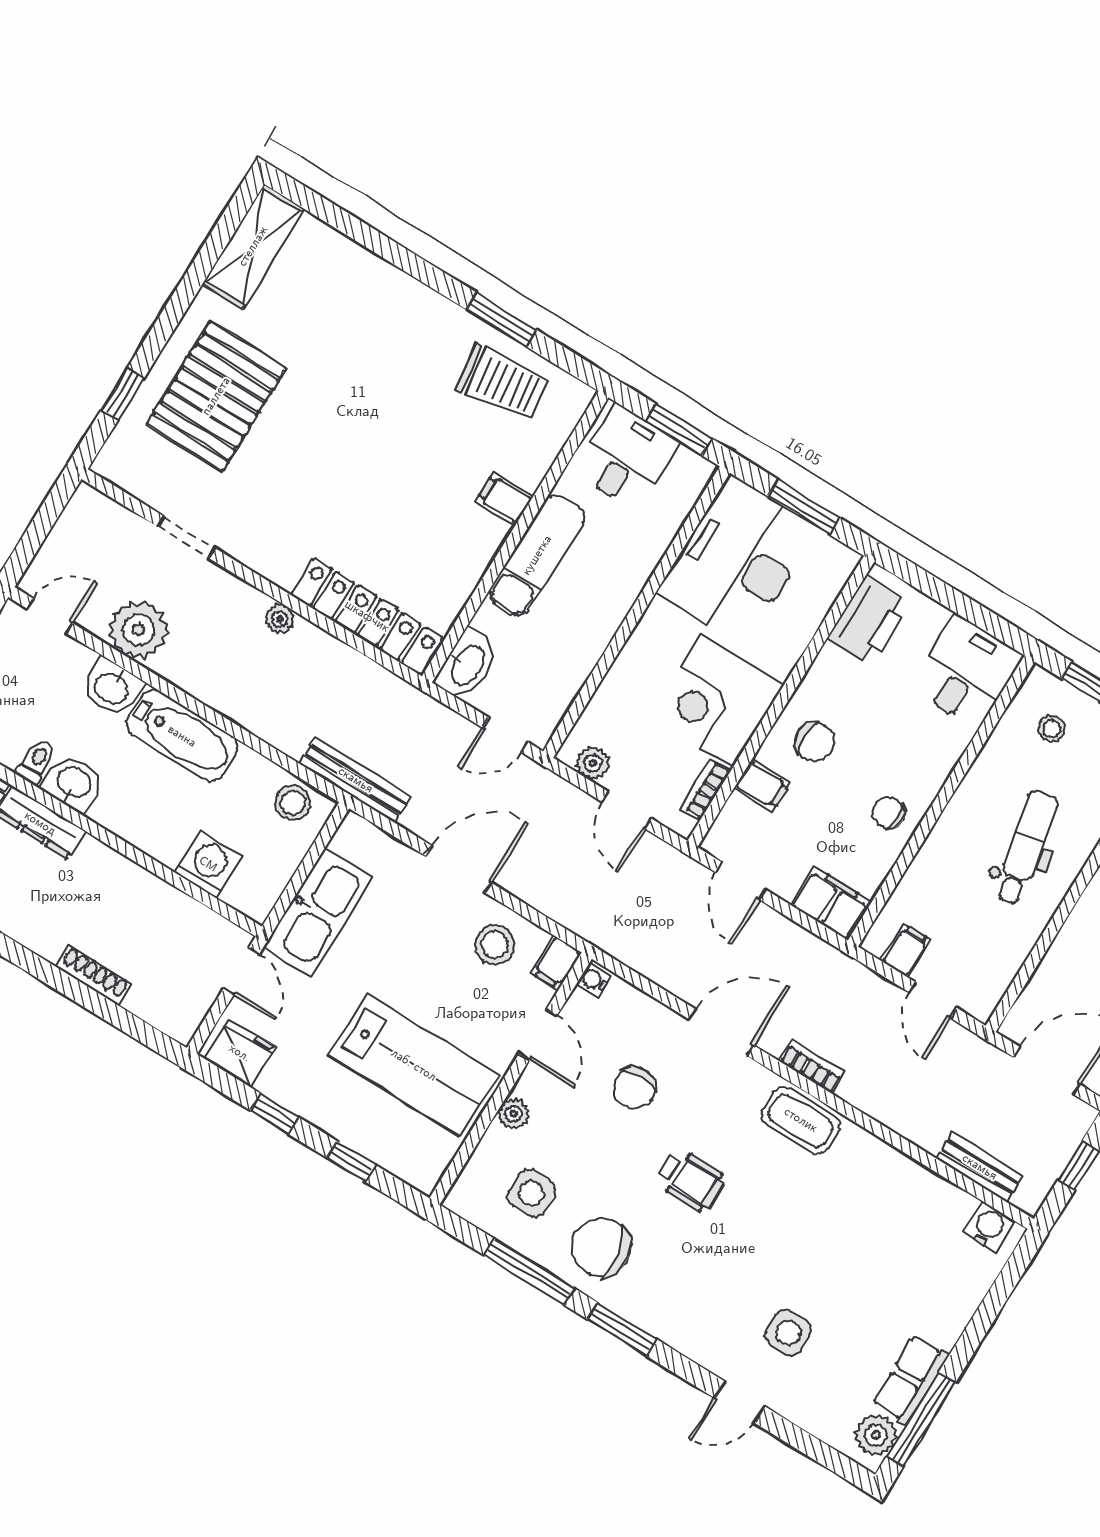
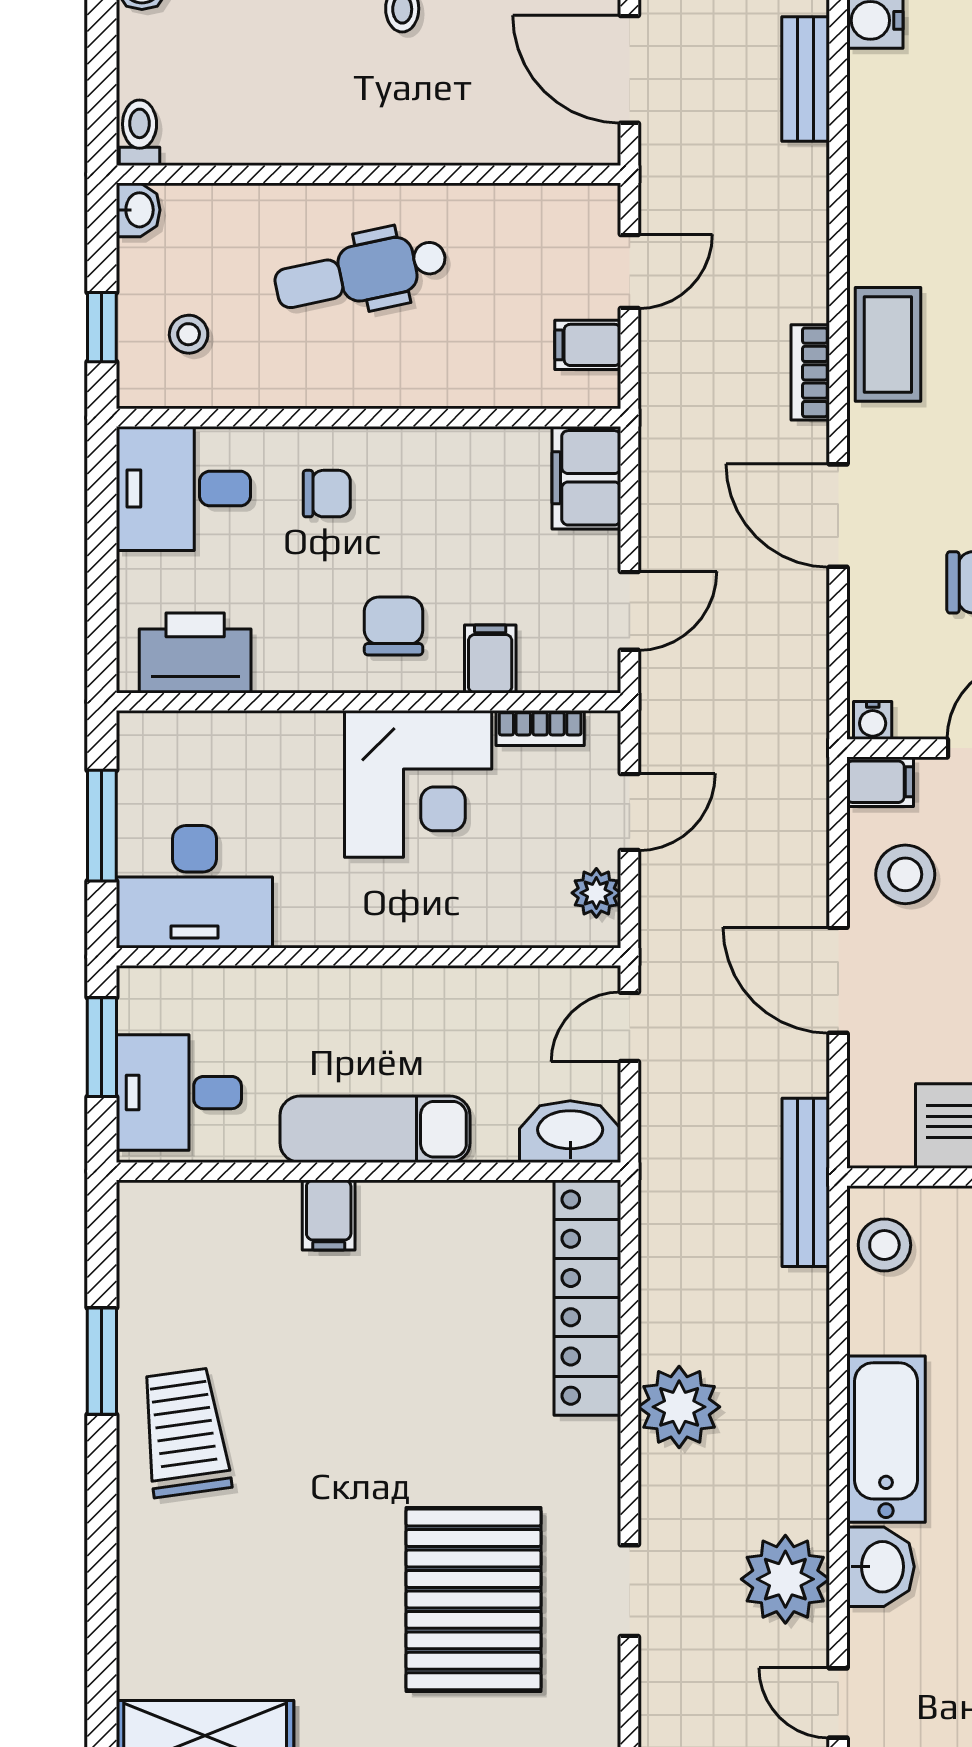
trolley: (503, 383) -> (185, 1433), moved
pallet: (216, 396) -> (473, 1599), moved, turned 90
desk: (738, 561) -> (194, 887), width x0.73, depth x0.77
plant: (280, 619) -> (679, 1407), width x1.88, depth x1.88
door: (505, 735) -> (629, 1027), swing flipped
chair: (889, 813) -> (327, 494), moved, turned -90

